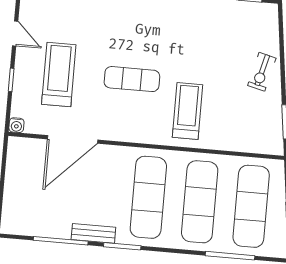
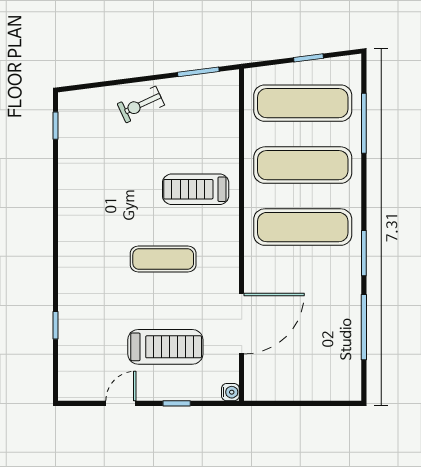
exercise bike: (262, 72) -> (141, 104), turned 141
treadmill: (59, 75) -> (165, 347), turned 180
exercise mat: (132, 79) -> (163, 259), turned 90
door: (73, 139) -> (242, 324), hinge flipped
bench: (93, 233) -> (352, 289), removed

